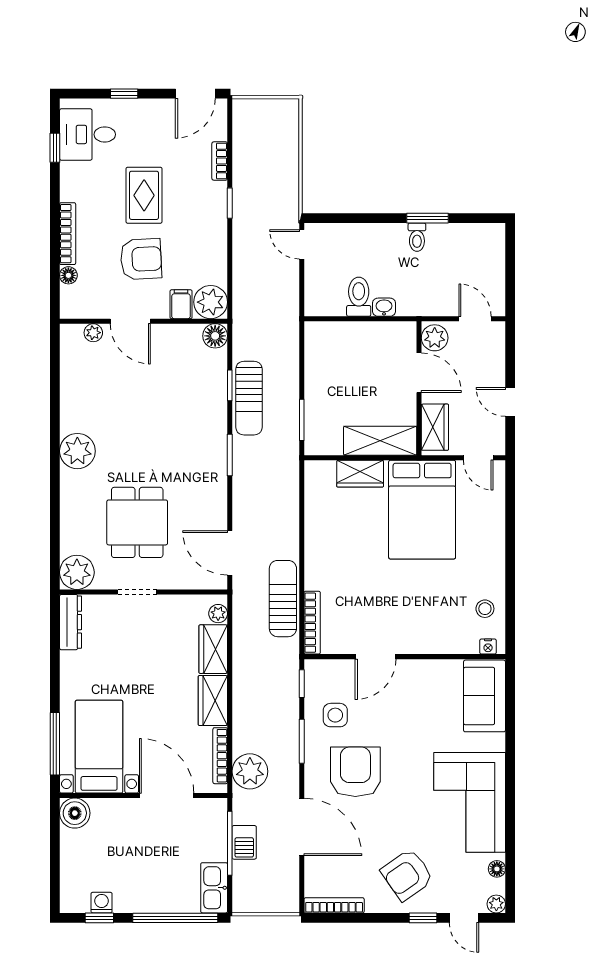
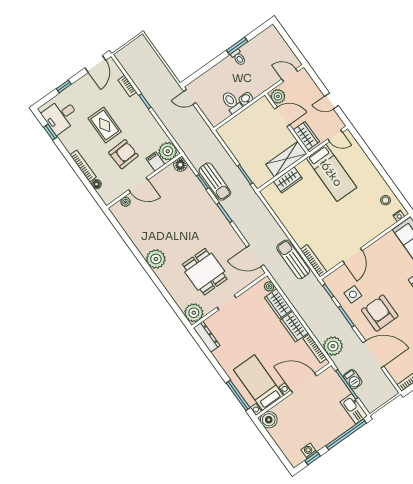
bed: (422, 510) -> (331, 173), width x0.67

